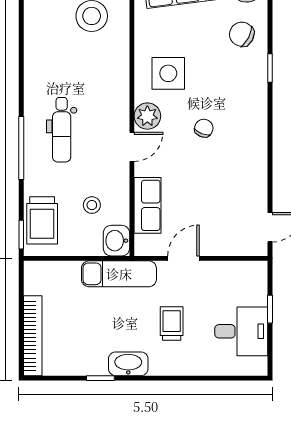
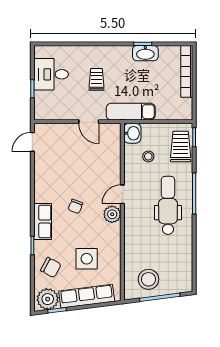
side table: (168, 73) -> (87, 259), moved
dental chair: (62, 130) -> (168, 205), width x1.36, depth x1.38
row of seats: (148, 205) -> (43, 222), moved, turned 180
door: (183, 258) -> (89, 122), hinge flipped
trolley: (172, 323) -> (96, 79), turned 180
washbasin: (128, 364) -> (145, 53), moved

